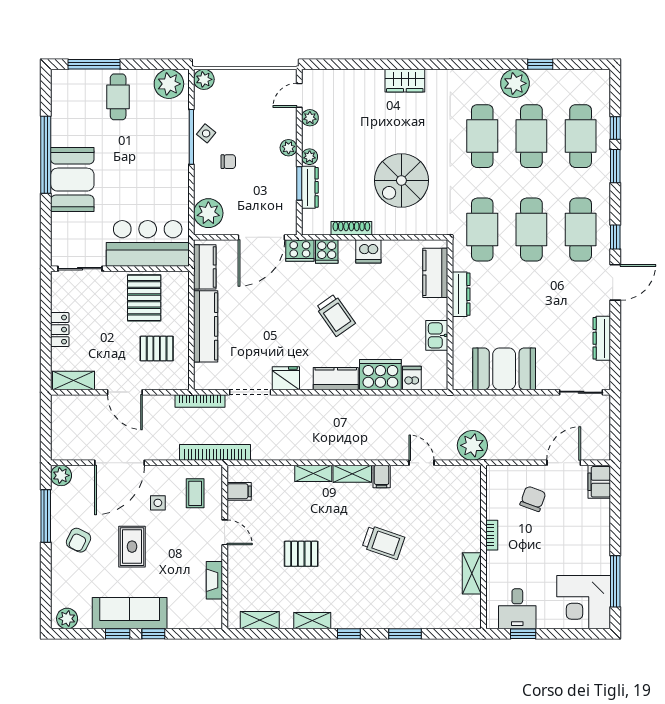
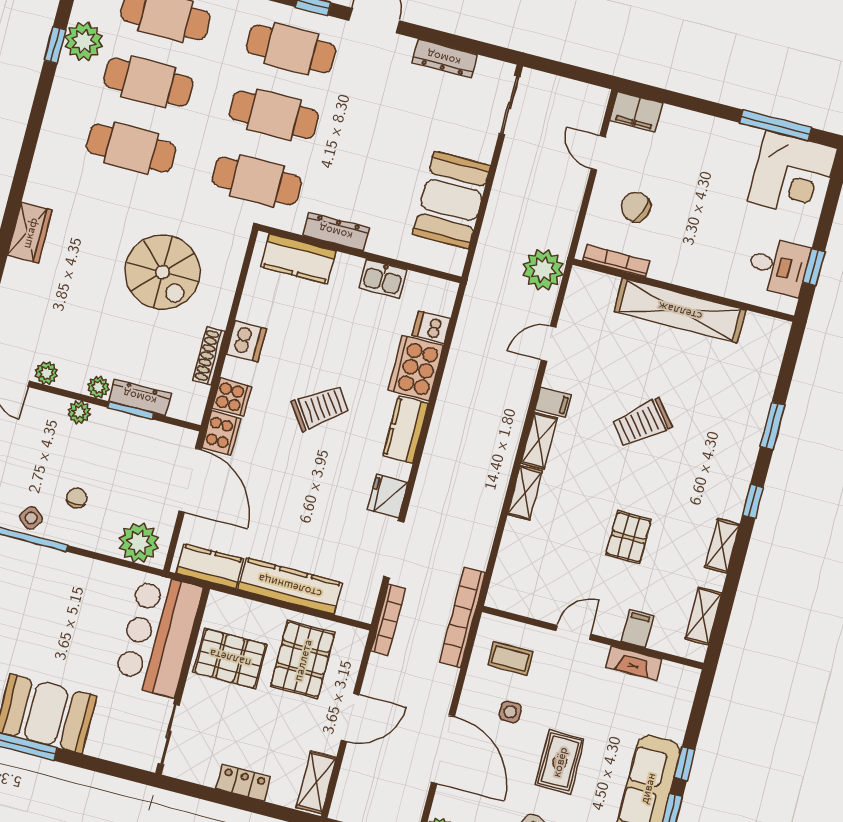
plant: (515, 83) -> (84, 41), moved
pallet: (157, 349) -> (303, 660), width x1.50, depth x1.42
door: (564, 463) -> (598, 153), width x0.73
filing cabinet: (239, 491) -> (637, 628), moved
bookcase: (492, 535) -> (616, 261), moved, width x1.56
trolley: (383, 542) -> (642, 423), turned -148
rug: (132, 547) -> (560, 762), turned 90
shelving: (472, 573) -> (680, 311), width x2.20, depth x1.33

